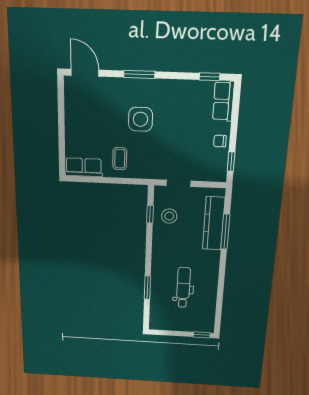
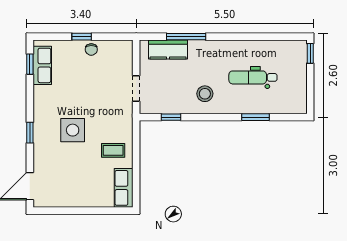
window: (139, 74) -> (30, 133), width x0.67
row of seats: (223, 101) -> (42, 65), moved, turned -90
window: (231, 162) -> (82, 37), moved
stool: (169, 216) -> (205, 94), moved
kitchen counter: (214, 223) -> (168, 49), width x0.67

